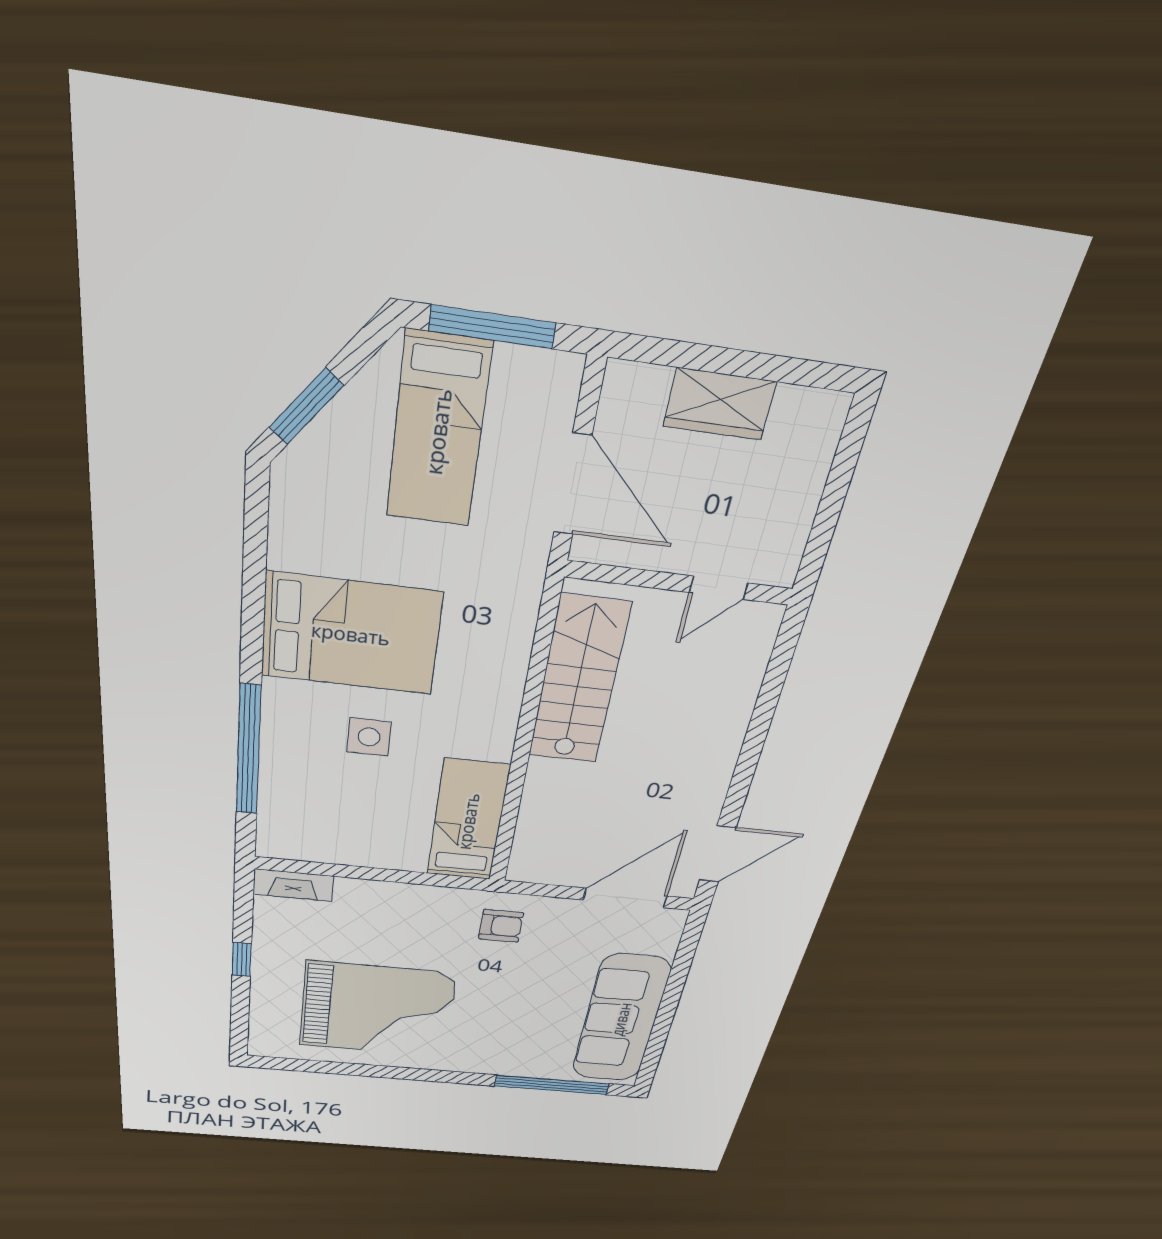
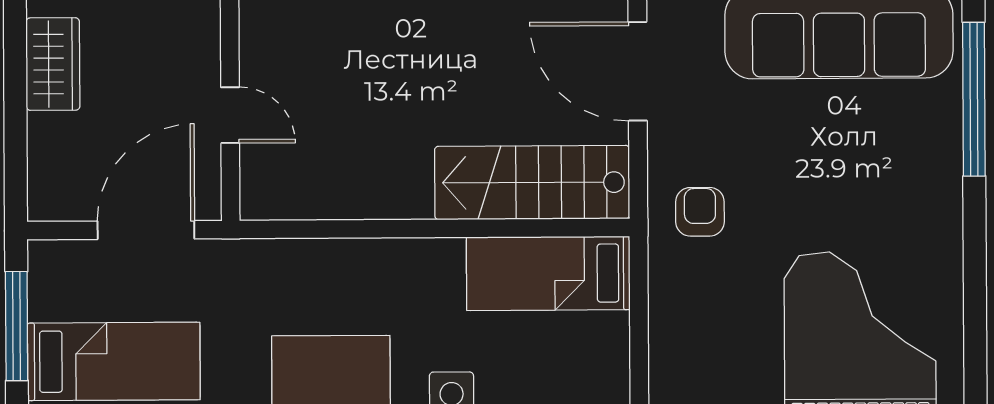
wardrobe: (719, 404) -> (53, 64), moved
door: (719, 588) -> (230, 115), moved
stairs: (579, 681) -> (532, 183), moved

